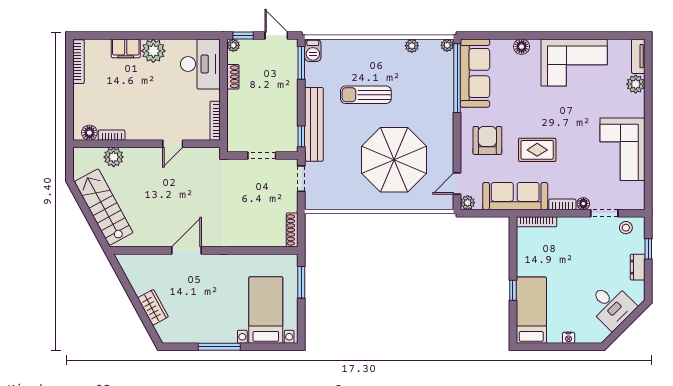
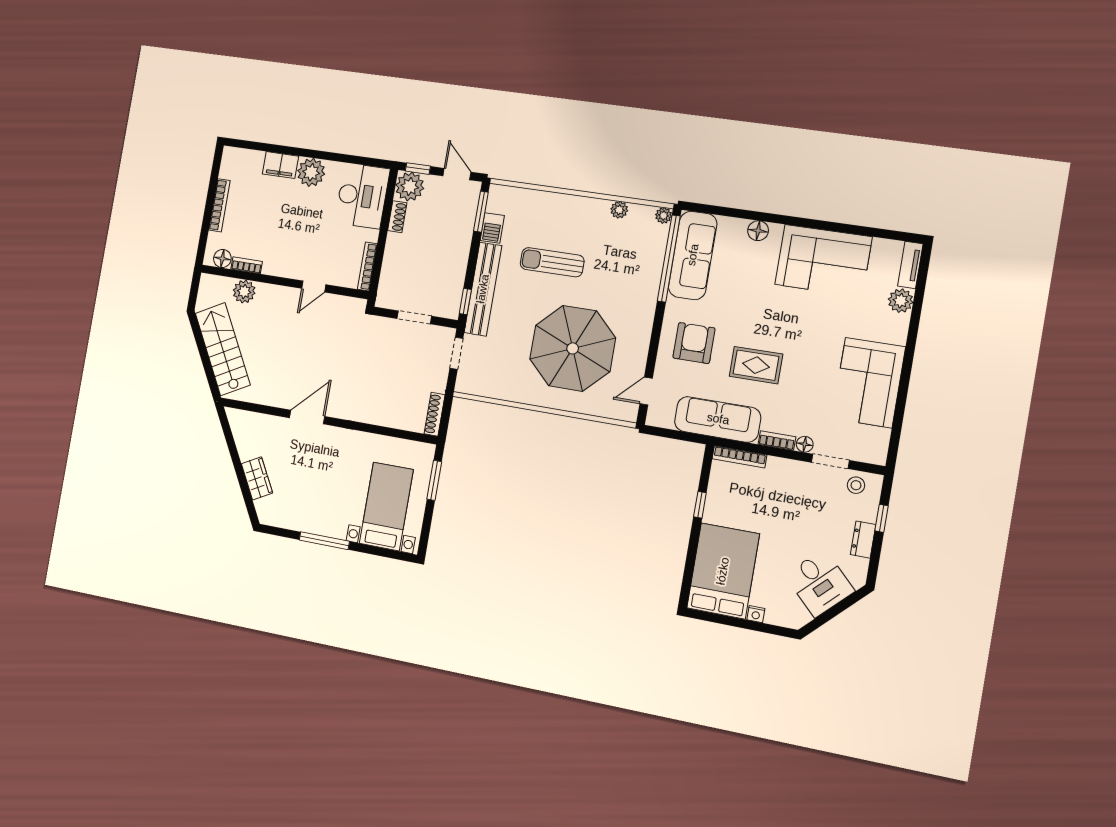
plant: (233, 45) -> (410, 187), width x1.87, depth x1.87
barbecue: (313, 50) -> (492, 228), moved
bookcase: (78, 62) -> (219, 205), moved
plant: (468, 203) -> (655, 417), removed
window: (513, 290) -> (700, 505), moved
bed: (531, 310) -> (723, 571), width x1.50

